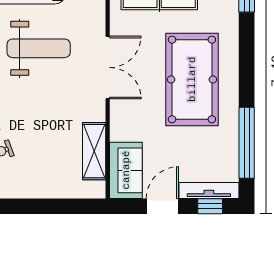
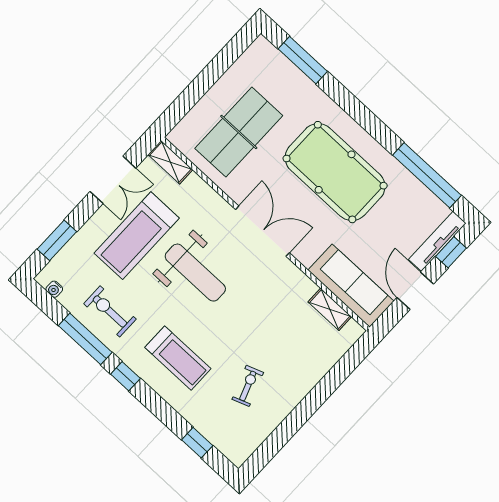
weight bench: (39, 48) -> (195, 273), turned 90
shelving: (94, 151) -> (330, 309), width x0.67, depth x0.75
sofa: (126, 170) -> (351, 286), width x1.36

